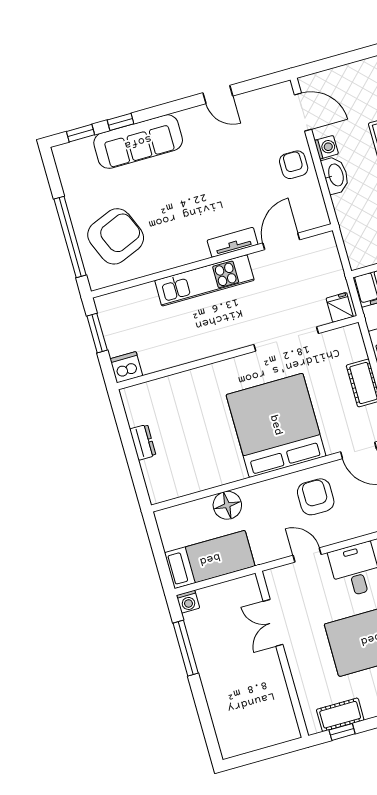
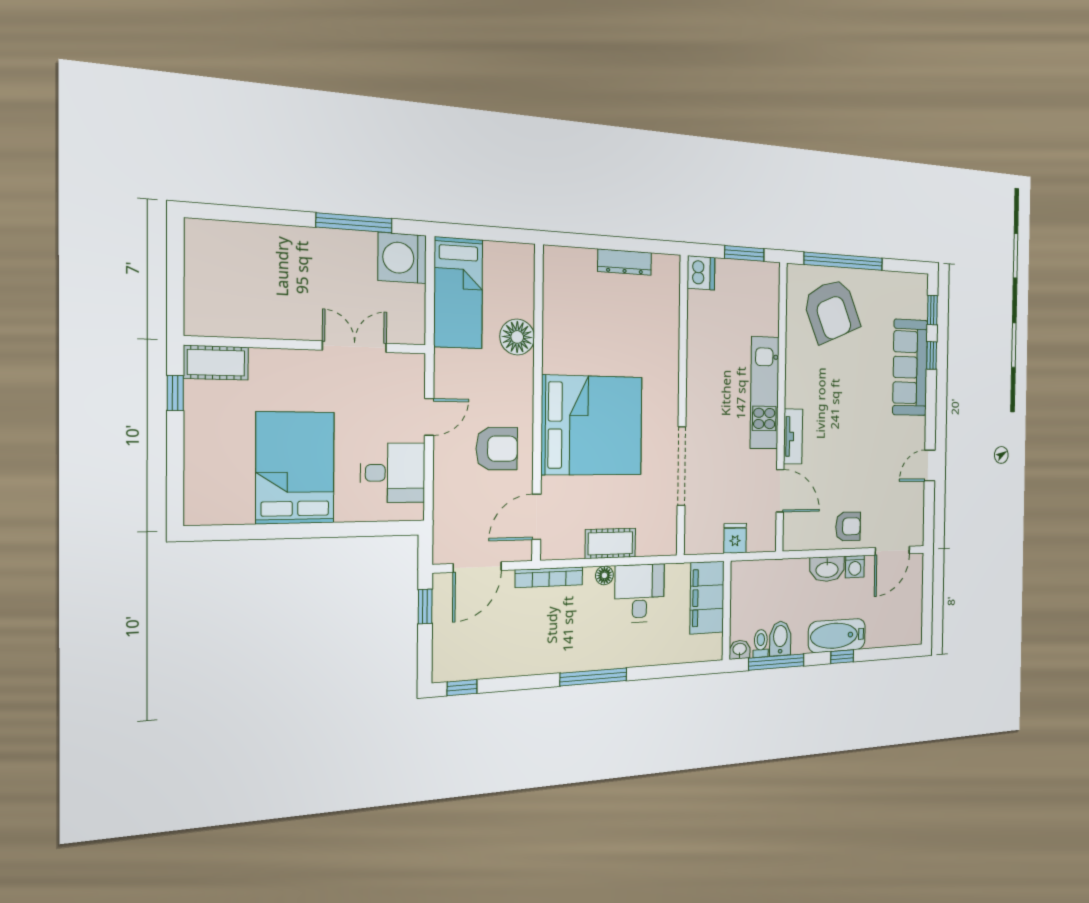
fridge: (340, 307) -> (735, 538), moved, turned -90
dresser: (143, 442) -> (625, 262), width x1.44
washing machine: (188, 602) -> (402, 258), width x1.89, depth x1.89
cot: (340, 715) -> (216, 363), moved, turned 90

